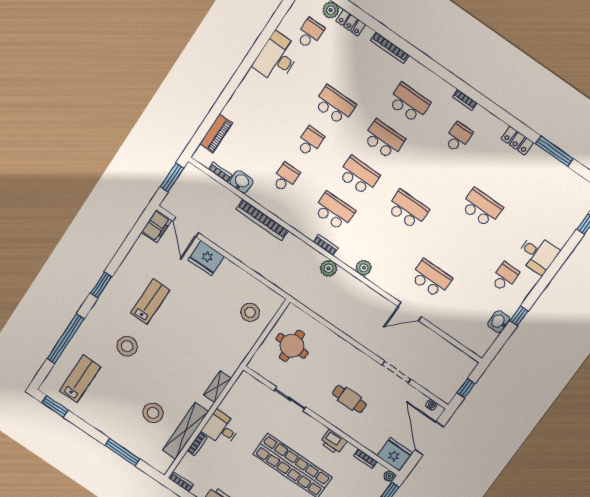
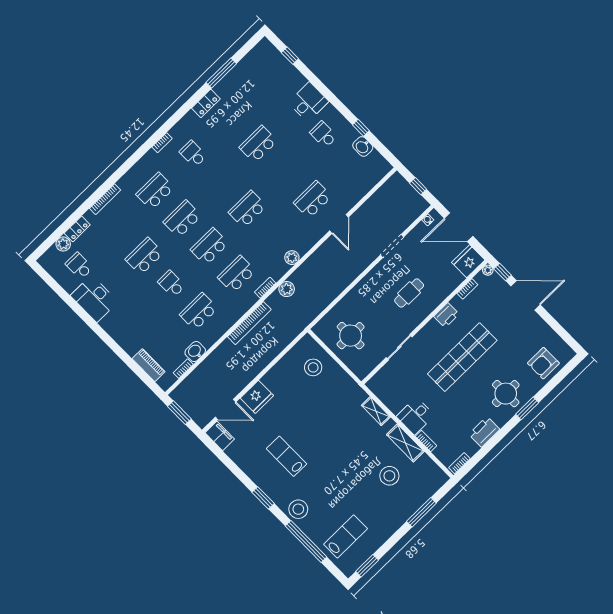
school desk: (285, 177) -> (199, 312), width x1.85
bookcase: (262, 220) -> (249, 323), moved
stool: (127, 346) -> (298, 509), moved
lab bench: (80, 379) -> (346, 536), turned 90
shelving: (185, 431) -> (405, 443), width x0.68

